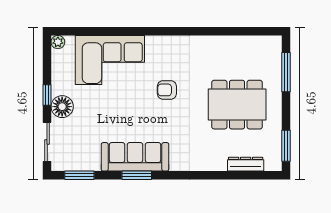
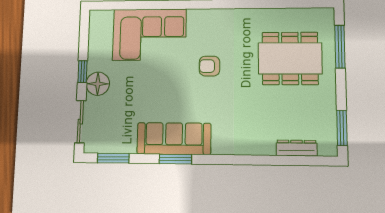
plant: (58, 42) -> (96, 17), removed
dining table: (237, 105) -> (290, 58), moved

